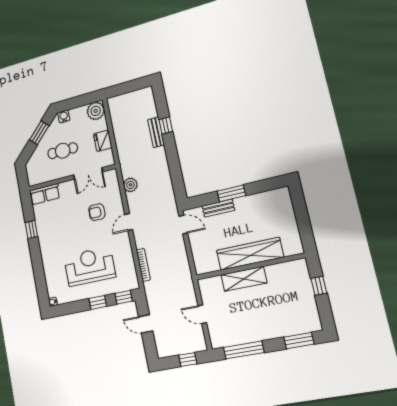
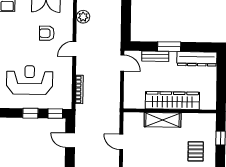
dresser: (267, 199) -> (197, 59), added
pallet: (292, 308) -> (196, 151), added

